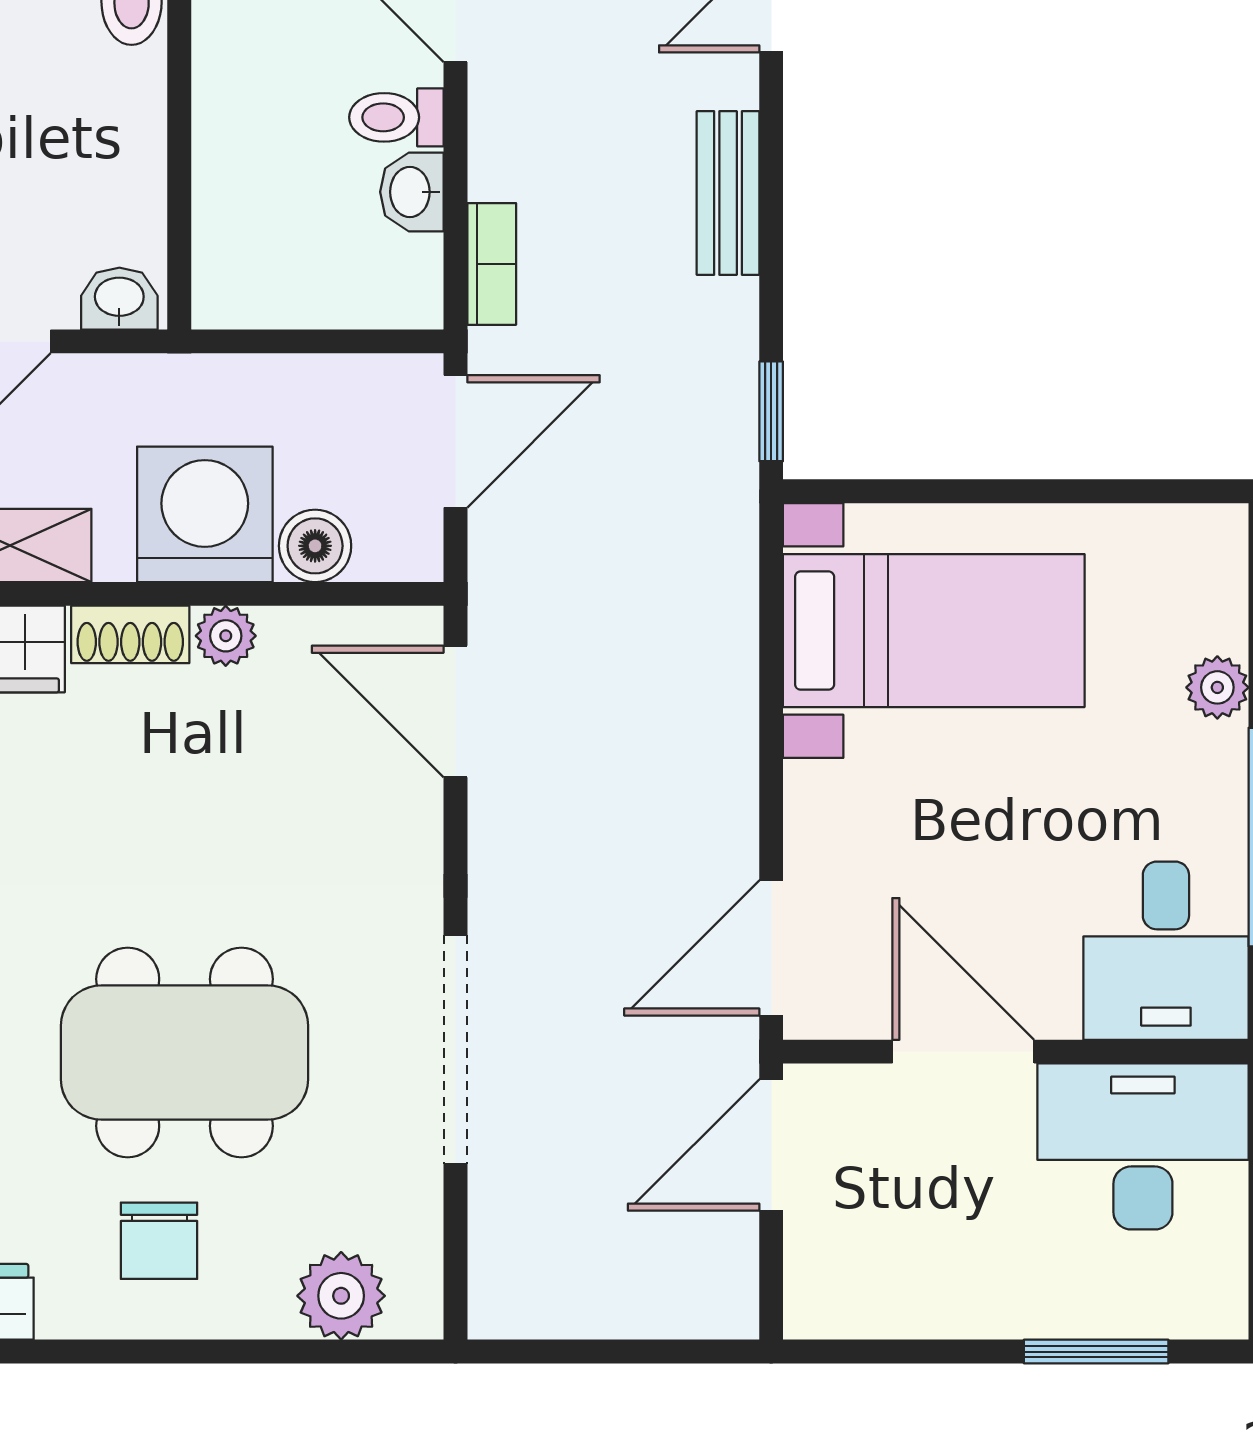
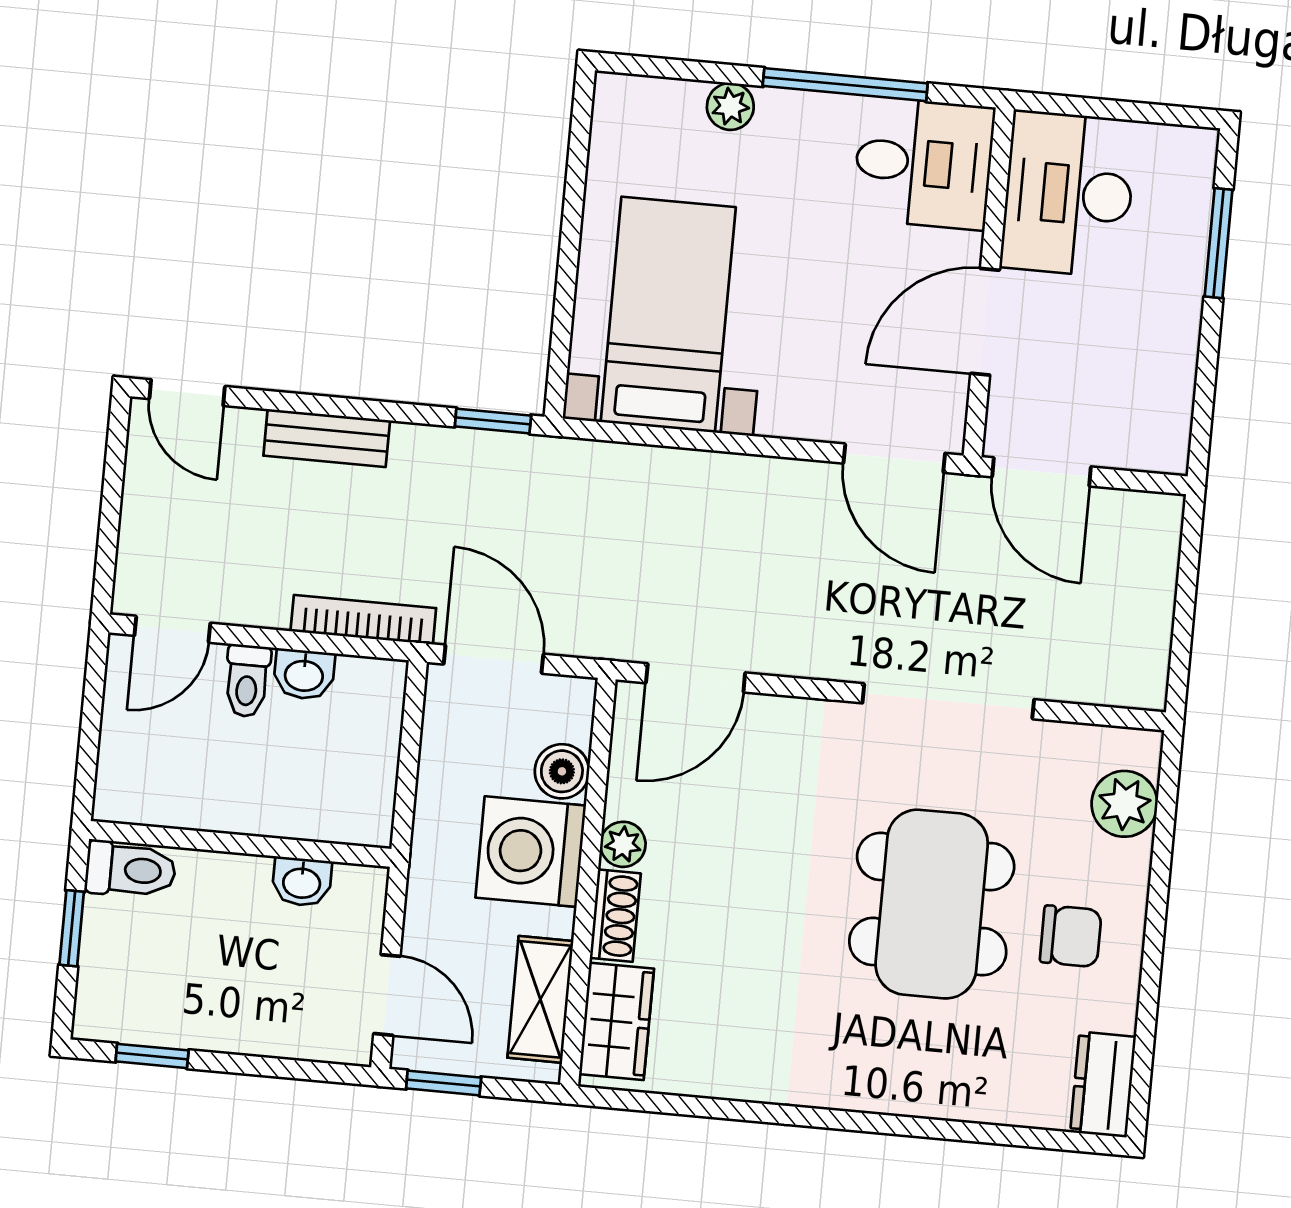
bookcase: (492, 264) -> (363, 620), width x1.56
washbasin: (119, 299) -> (302, 882), moved, turned -90

